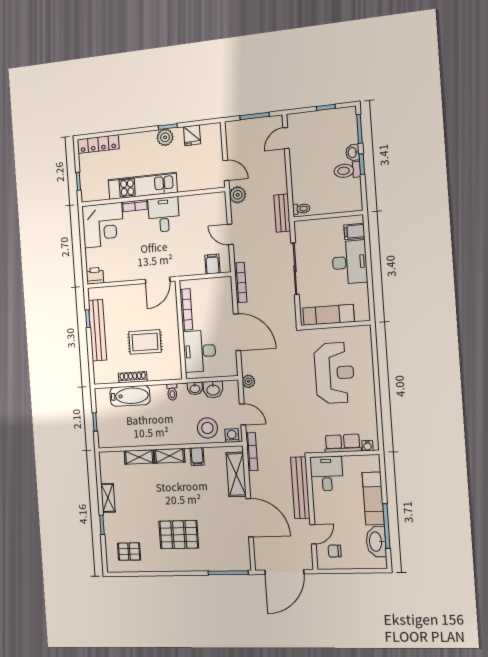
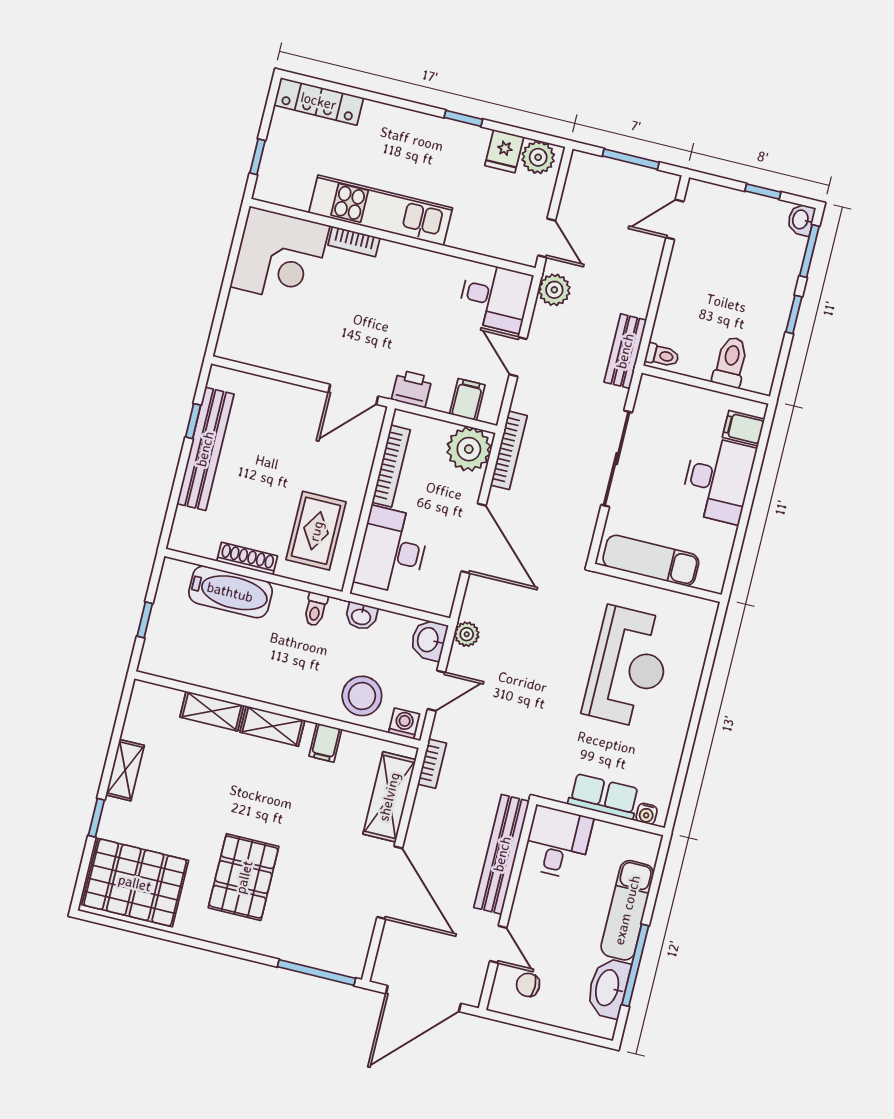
plant: (165, 137) -> (538, 157), moved
washbasin: (353, 153) -> (801, 220), moved
toilet: (347, 170) -> (731, 362), moved, turned 90
desk: (164, 215) -> (495, 297), moved, turned 90
printer: (95, 276) -> (412, 389), moved
plant: (221, 289) -> (469, 449), added
rug: (145, 342) -> (316, 531), moved, turned 90
washbasin: (213, 390) -> (429, 640), moved, turned 90
door: (243, 414) -> (436, 691), hinge flipped
bookcase: (252, 452) -> (432, 764), width x0.64
door: (313, 534) -> (498, 944), hinge flipped
pallet: (179, 535) -> (244, 877), turned 90
pallet: (129, 552) -> (135, 883), width x2.05, depth x2.00

